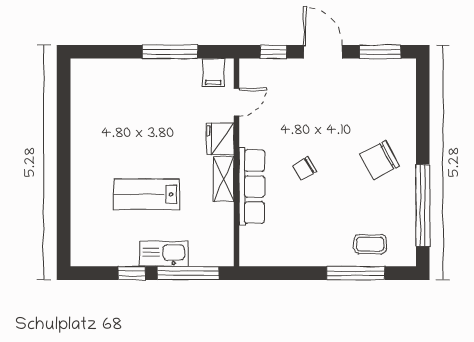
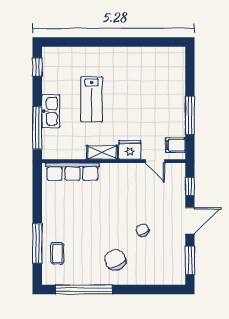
chair: (305, 168) -> (142, 230), moved
row of seats: (252, 187) -> (72, 172), moved
lab bench: (147, 194) -> (92, 99), turned 180
window: (132, 273) -> (37, 67), moved

